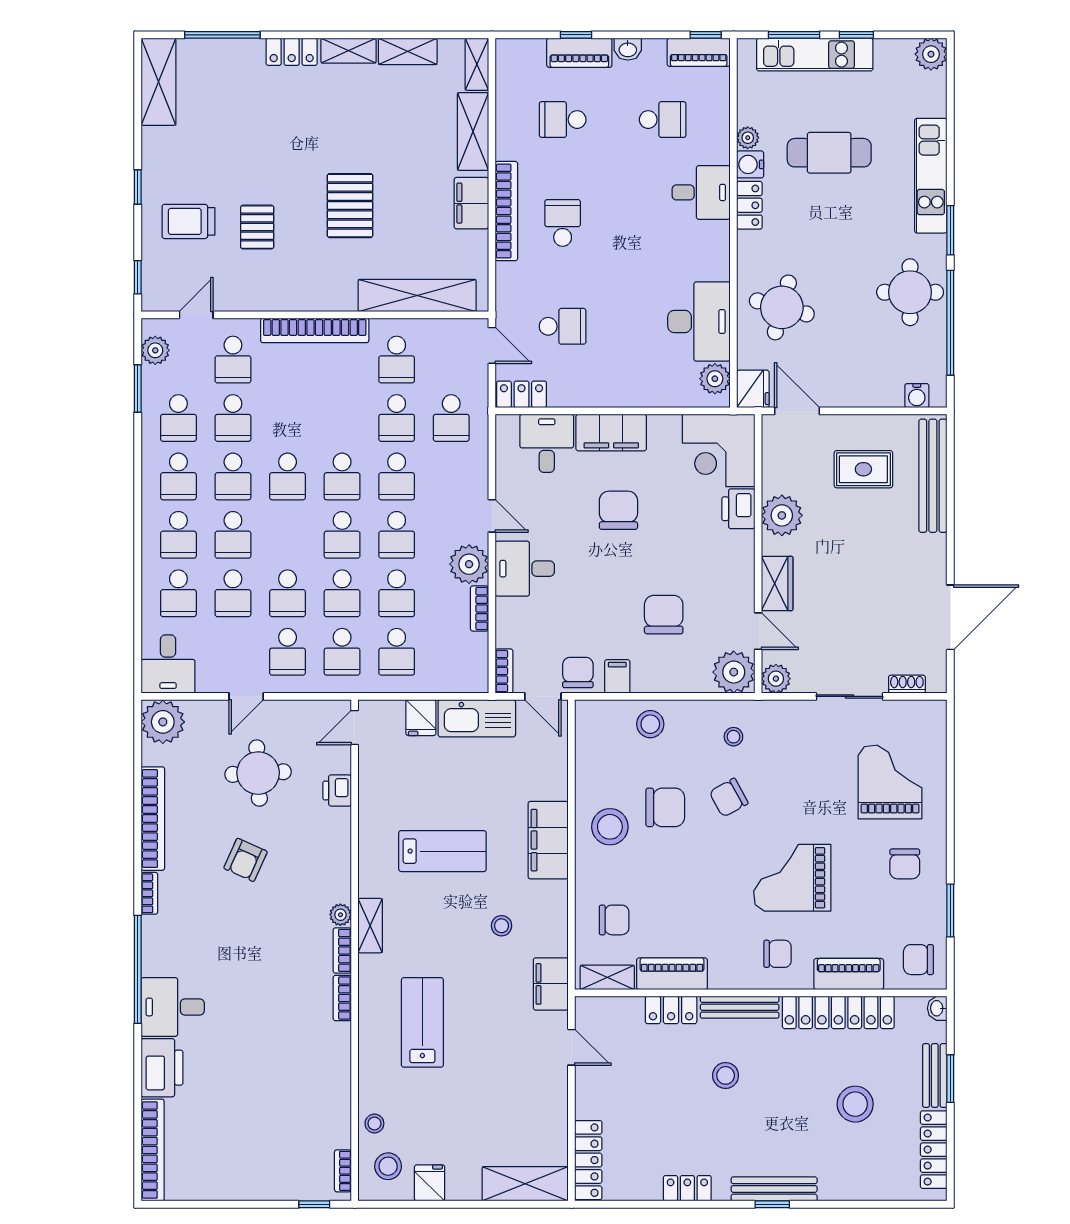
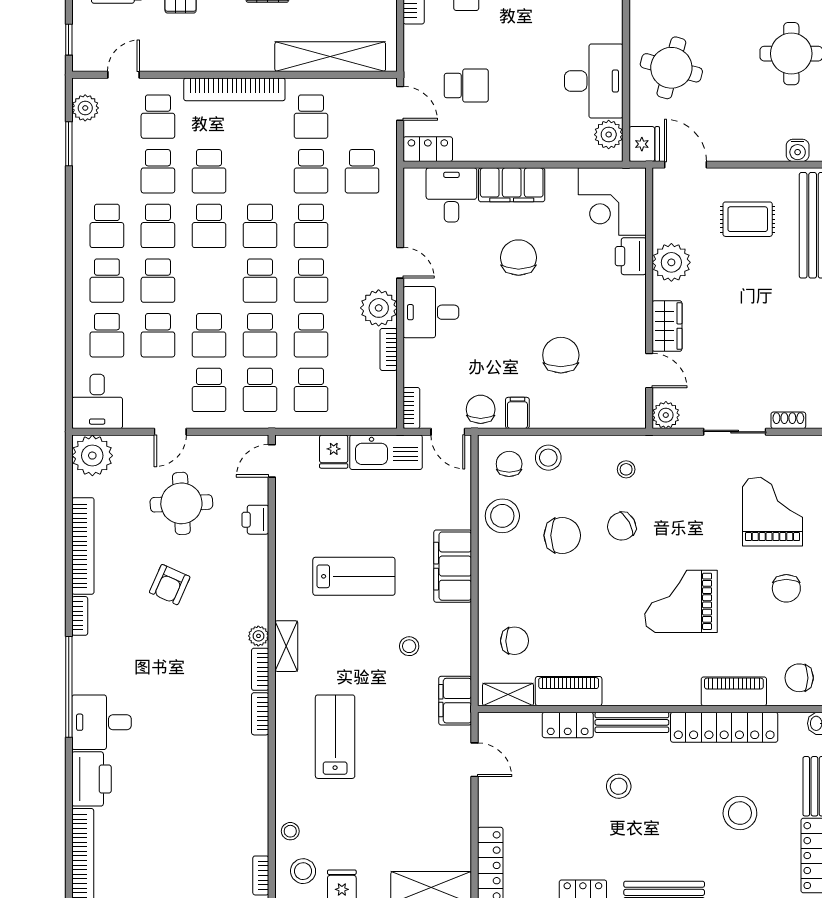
school desk: (178, 418) -> (209, 171), moved
plant: (734, 672) -> (626, 409), removed
stool: (610, 827) -> (502, 516), moved
chair: (778, 954) -> (509, 464), moved, turned -90

